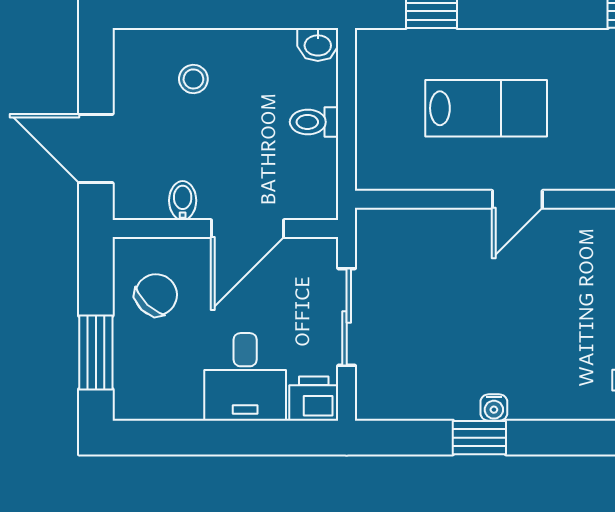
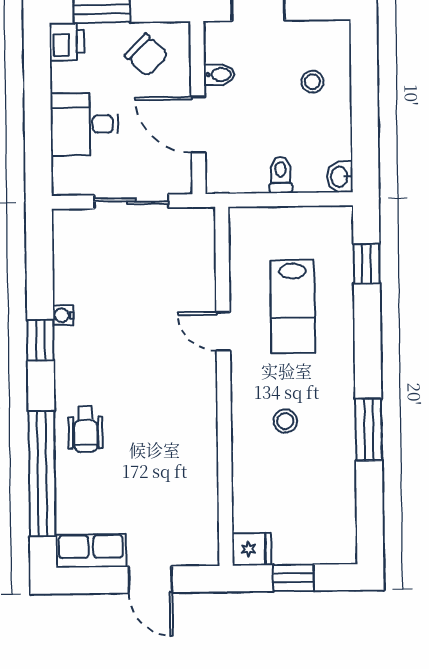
printer: (314, 399) -> (67, 41), moved
window: (479, 438) -> (40, 340), moved

